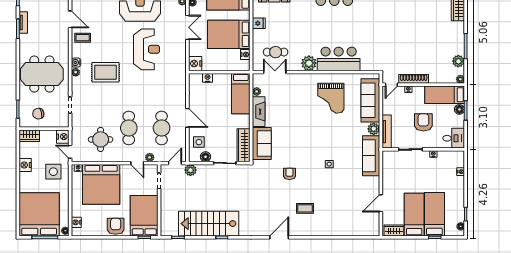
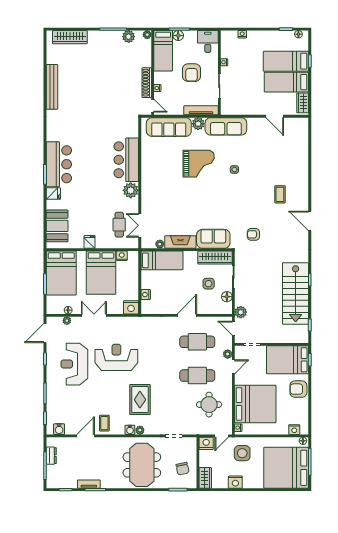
grand piano: (331, 98) -> (199, 164), moved
armchair: (423, 122) -> (192, 73), turned -90
side table: (199, 142) -> (209, 284), moved
armchair: (289, 174) -> (253, 234), moved

